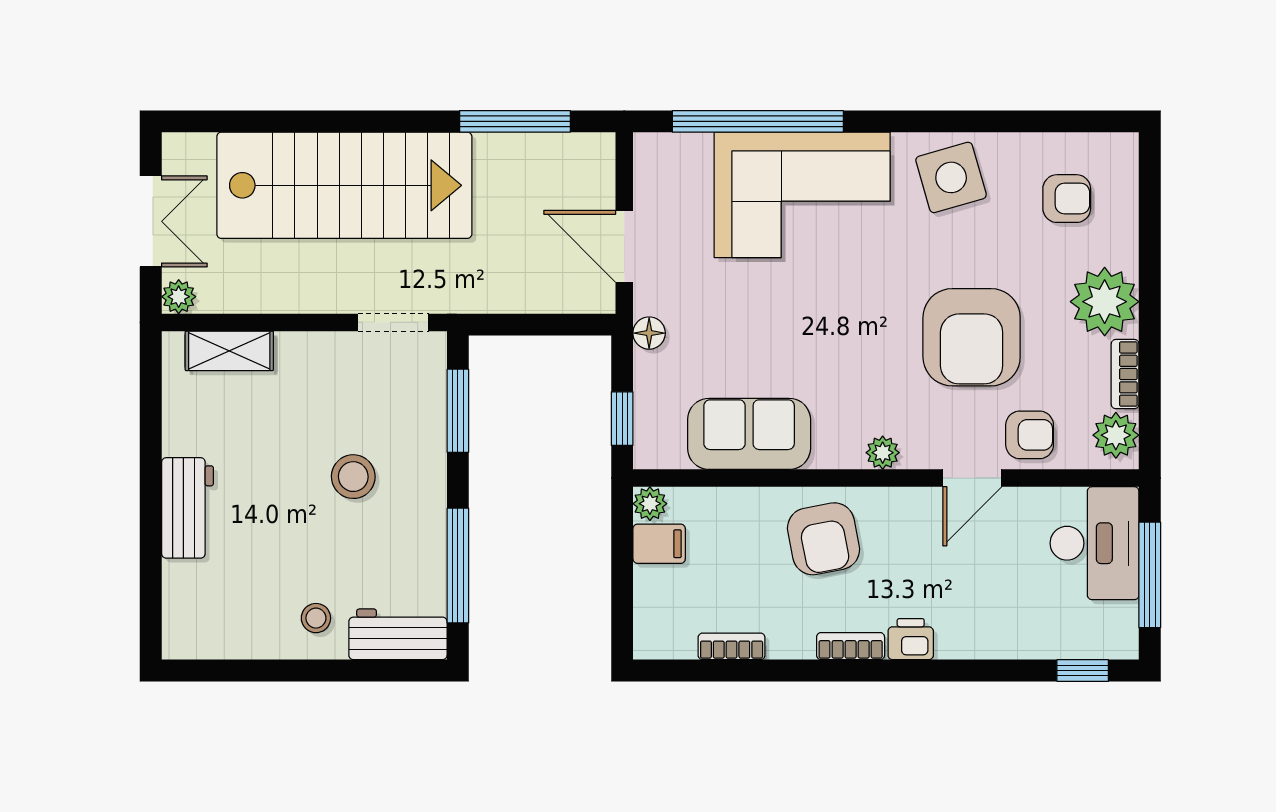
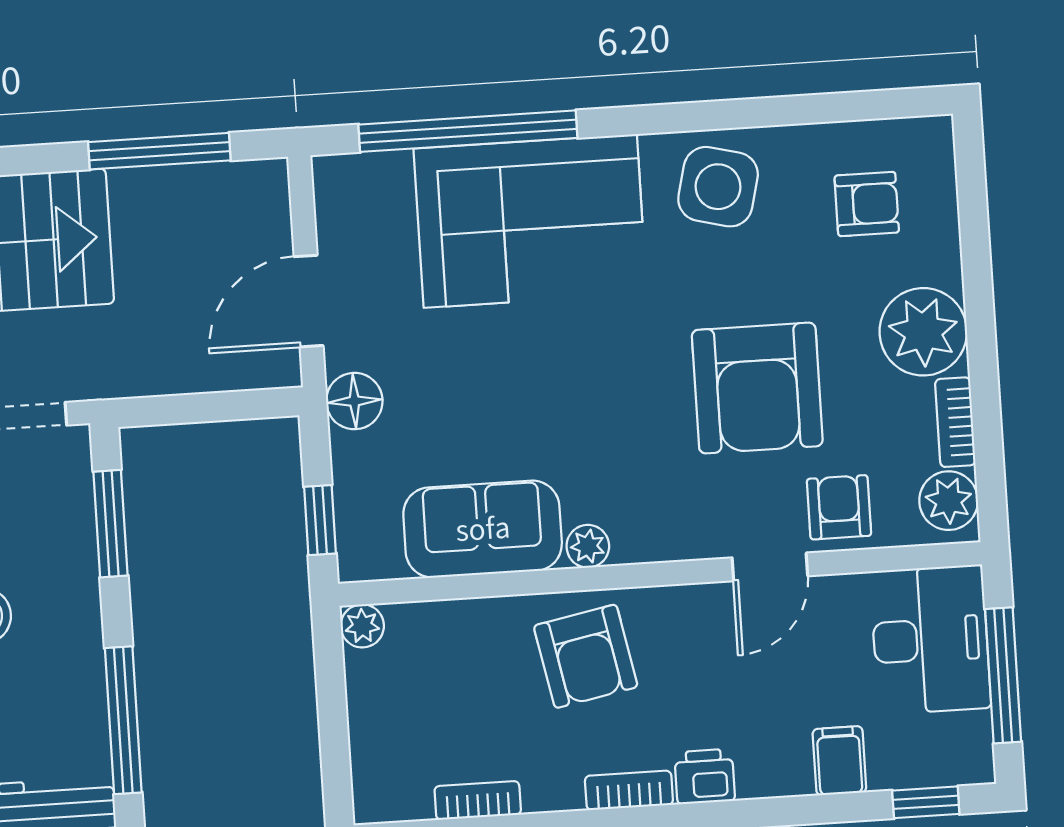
side table: (951, 177) -> (718, 187), turned 30
door: (624, 246) -> (309, 301), hinge flipped
floor lamp: (649, 333) -> (354, 401), width x1.37, depth x1.37
armchair: (1030, 435) -> (839, 507), turned -90
plant: (883, 453) -> (588, 546), moved
filing cabinet: (659, 544) -> (839, 761), moved, turned -90

